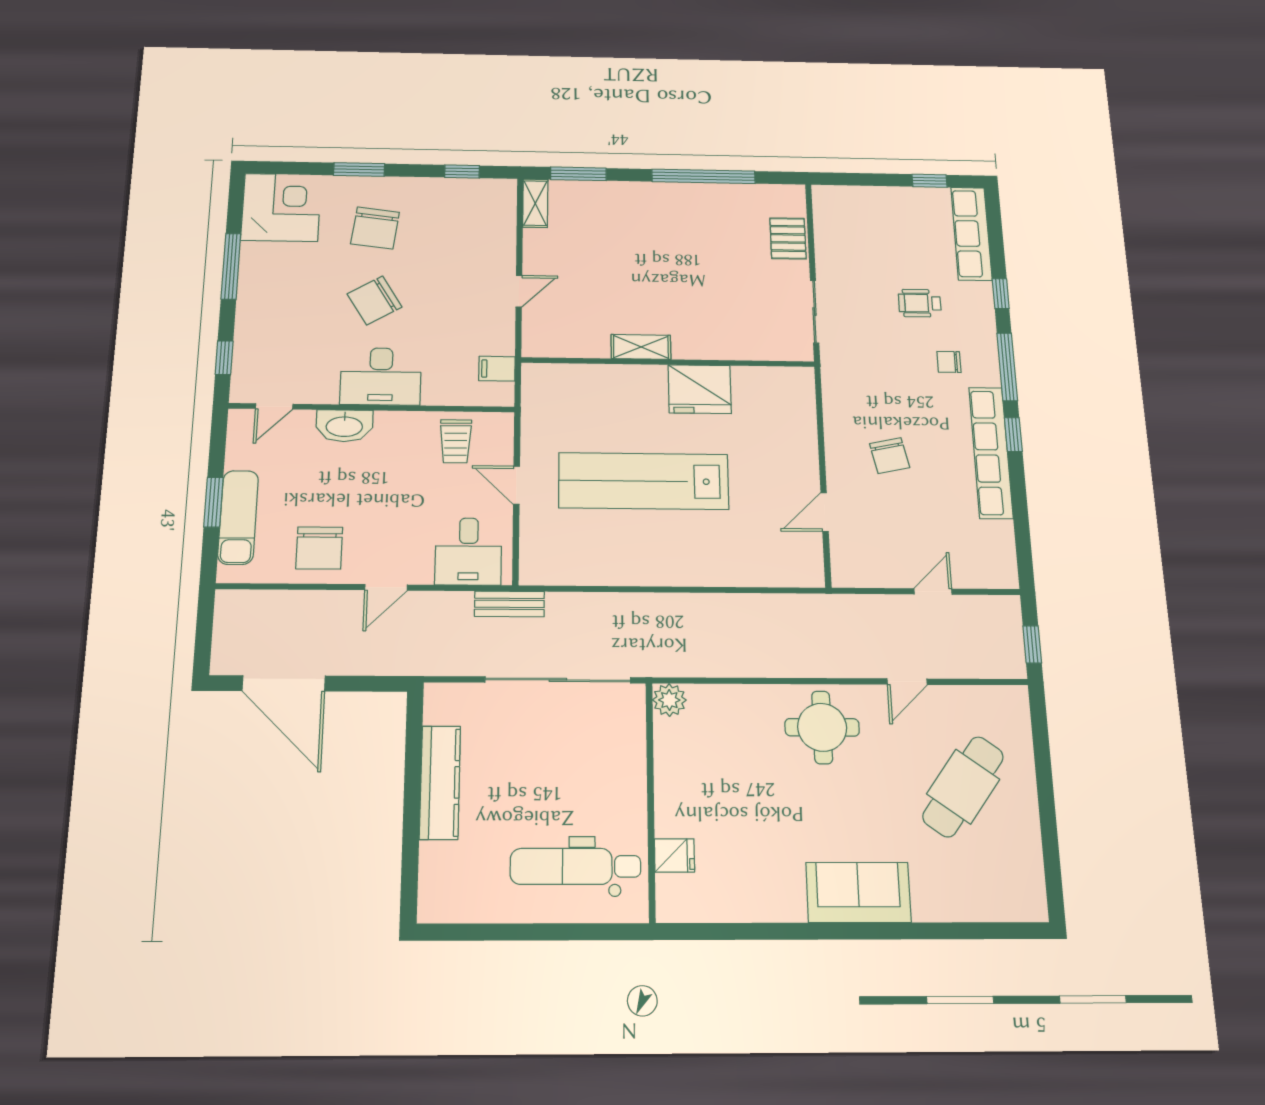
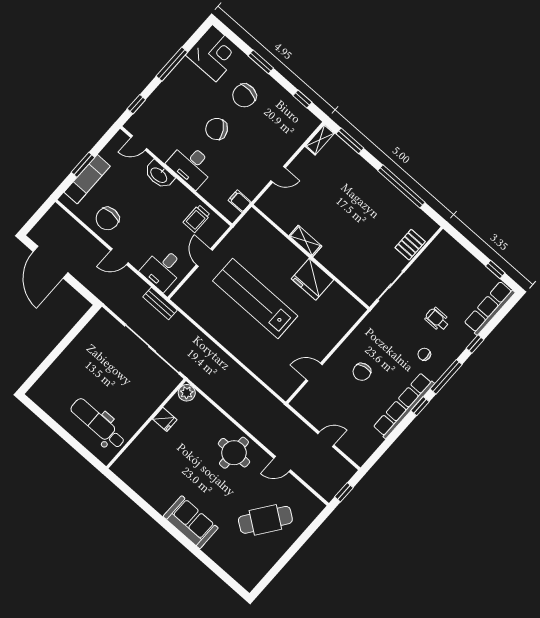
kitchen counter: (440, 782) -> (76, 350), removed
fridge: (675, 855) -> (165, 419), moved

